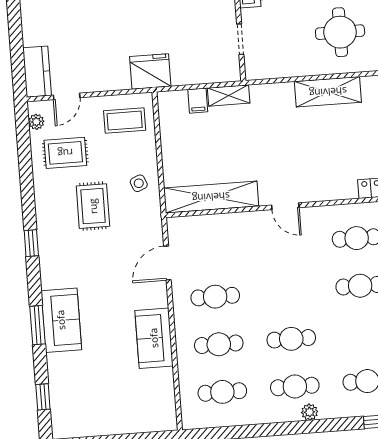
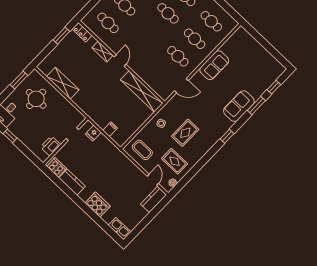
fridge: (150, 71) -> (93, 133), moved, width x0.53, depth x0.75
shelving: (229, 95) -> (103, 52), moved
door: (67, 96) -> (153, 180), hinge flipped
window: (31, 243) -> (227, 136), moved
window: (37, 325) -> (256, 105), moved

